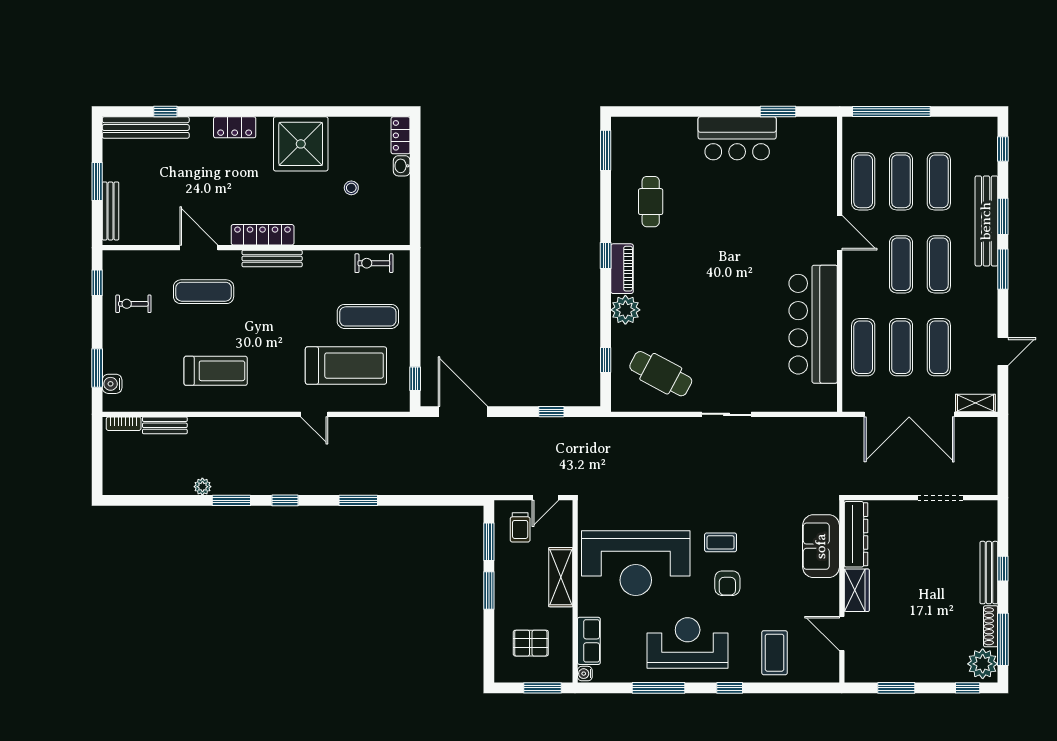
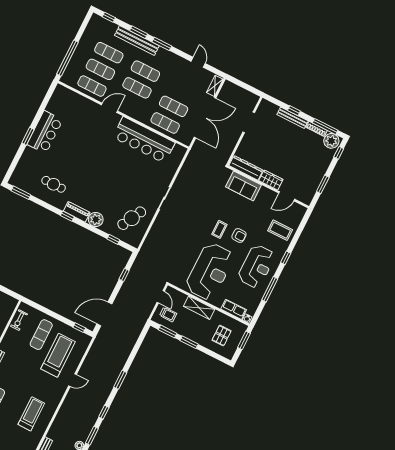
window: (778, 112) -> (28, 136), moved
exercise mat: (939, 347) -> (182, 90), removed
reception desk: (688, 643) -> (256, 266), turned 180

